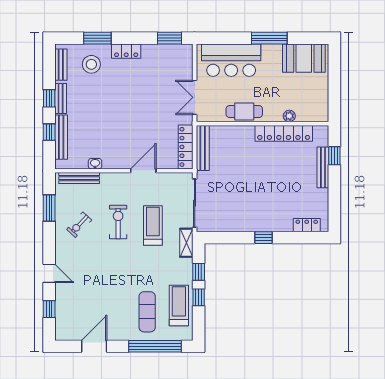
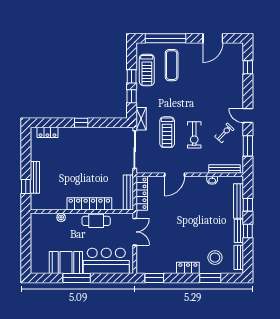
booth: (304, 58) -> (66, 262), moved
locker: (284, 133) -> (89, 204), moved
door: (49, 273) -> (248, 116), moved

